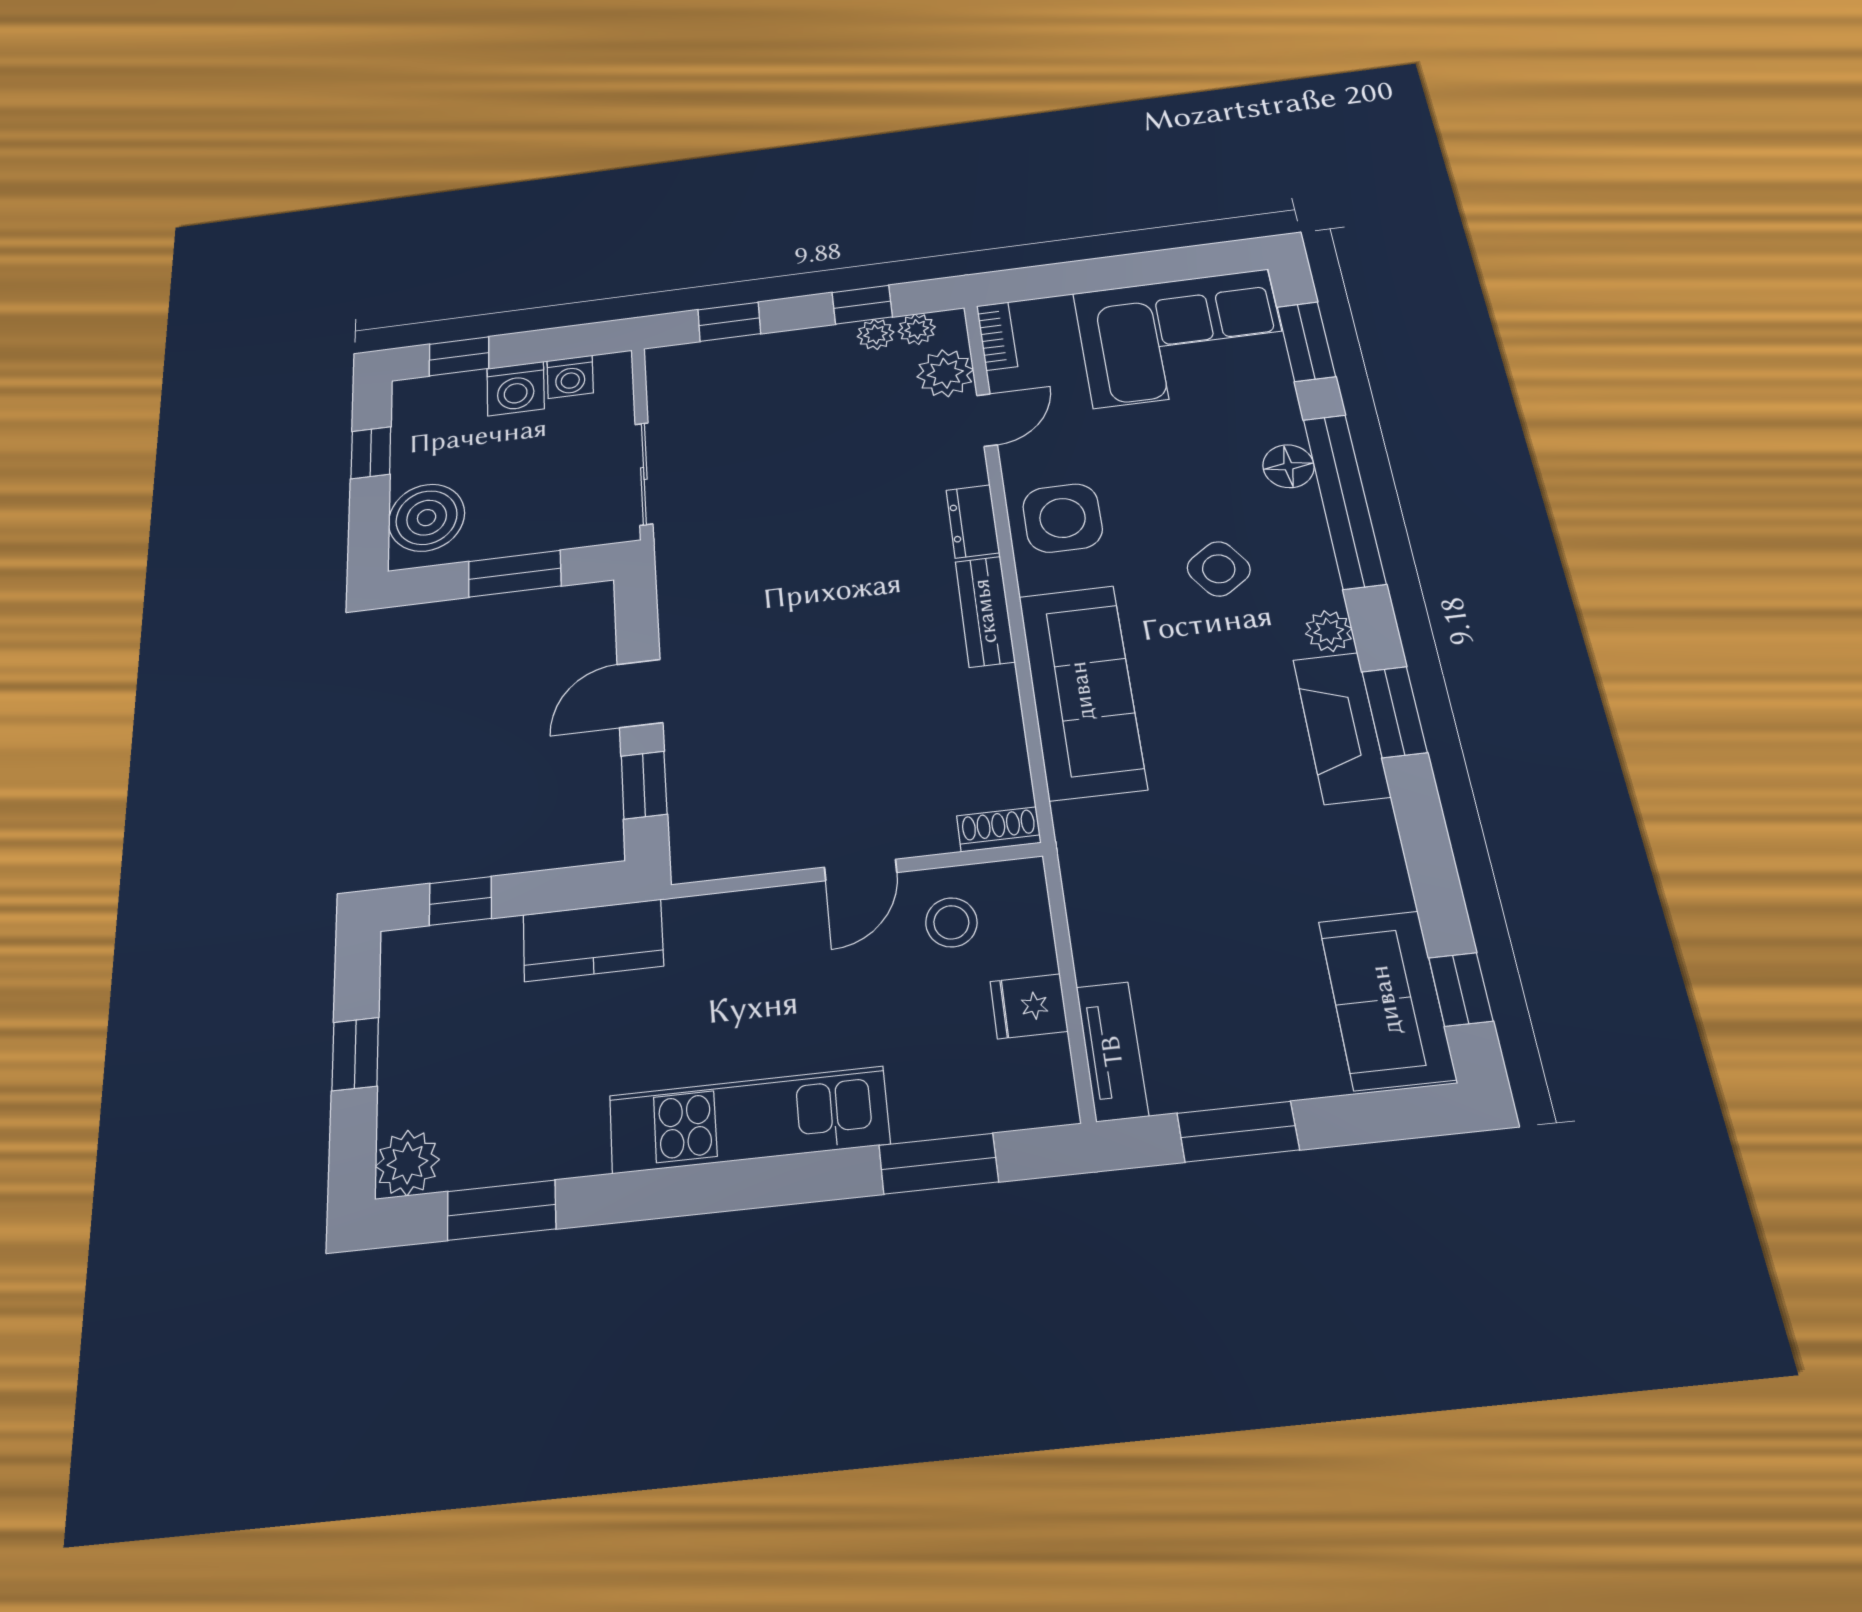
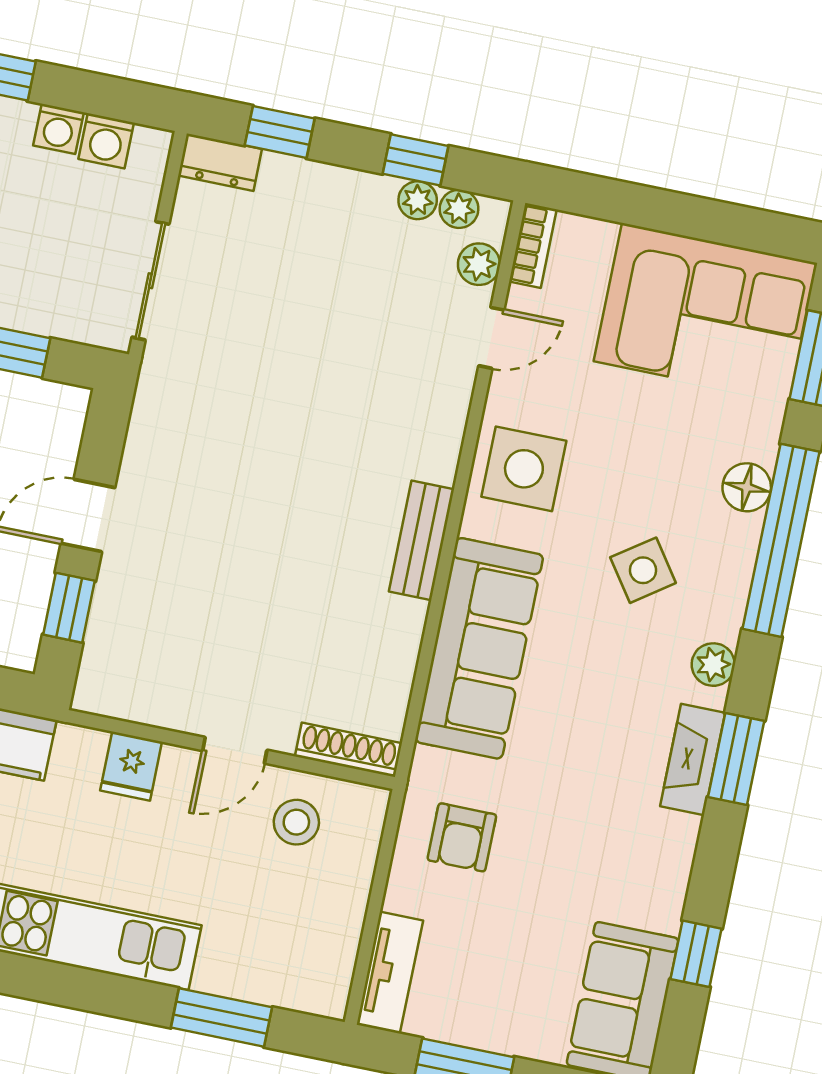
plant: (945, 373) -> (479, 264), width x0.73, depth x0.73
washing machine: (516, 389) -> (59, 129), width x0.73, depth x0.73
dresser: (973, 521) -> (220, 162), moved, turned -90
fireplace: (1341, 728) -> (693, 760), width x0.73, depth x0.76
shoe rack: (999, 829) -> (348, 750), width x1.43
armchair: (1137, 881) -> (462, 837), added
window: (1461, 989) -> (696, 954), moved
fridge: (1029, 1006) -> (131, 766), moved, turned -90

